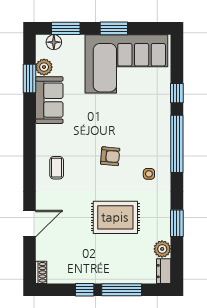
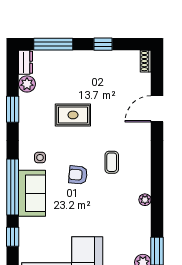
sofa: (49, 100) -> (32, 193), moved, turned 180
plant: (42, 131) -> (145, 200), added
coffee table: (57, 168) -> (112, 162), moved
rug: (115, 217) -> (73, 115), width x0.73, depth x0.70
window: (122, 290) -> (53, 44), moved

